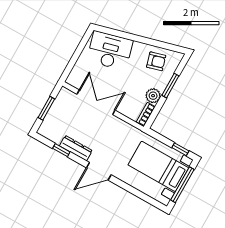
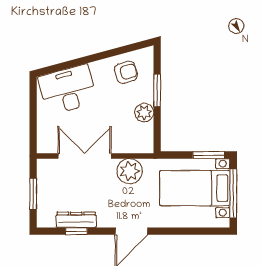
bookcase: (146, 114) -> (148, 138), removed
plant: (121, 130) -> (130, 171), added
dresser: (76, 148) -> (76, 220), moved
window: (180, 149) -> (209, 155), width x1.50

